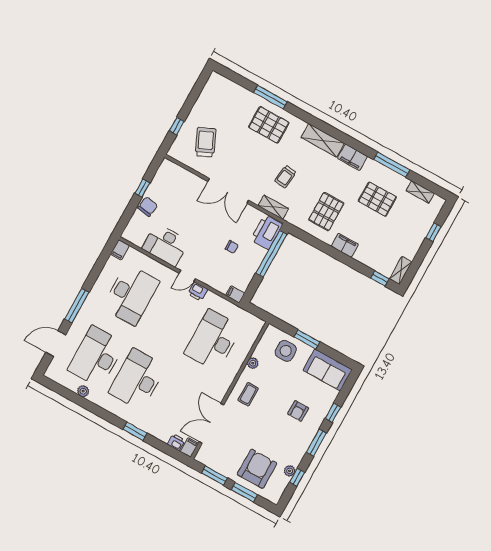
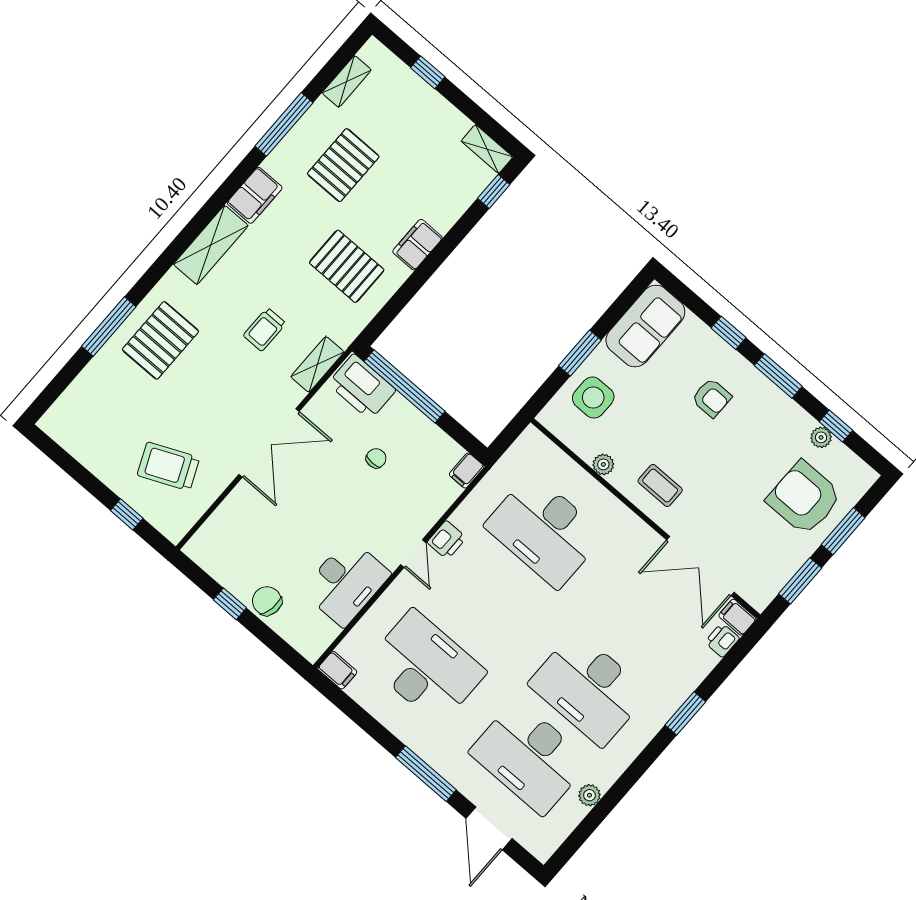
trolley: (285, 177) -> (265, 329), turned 83

